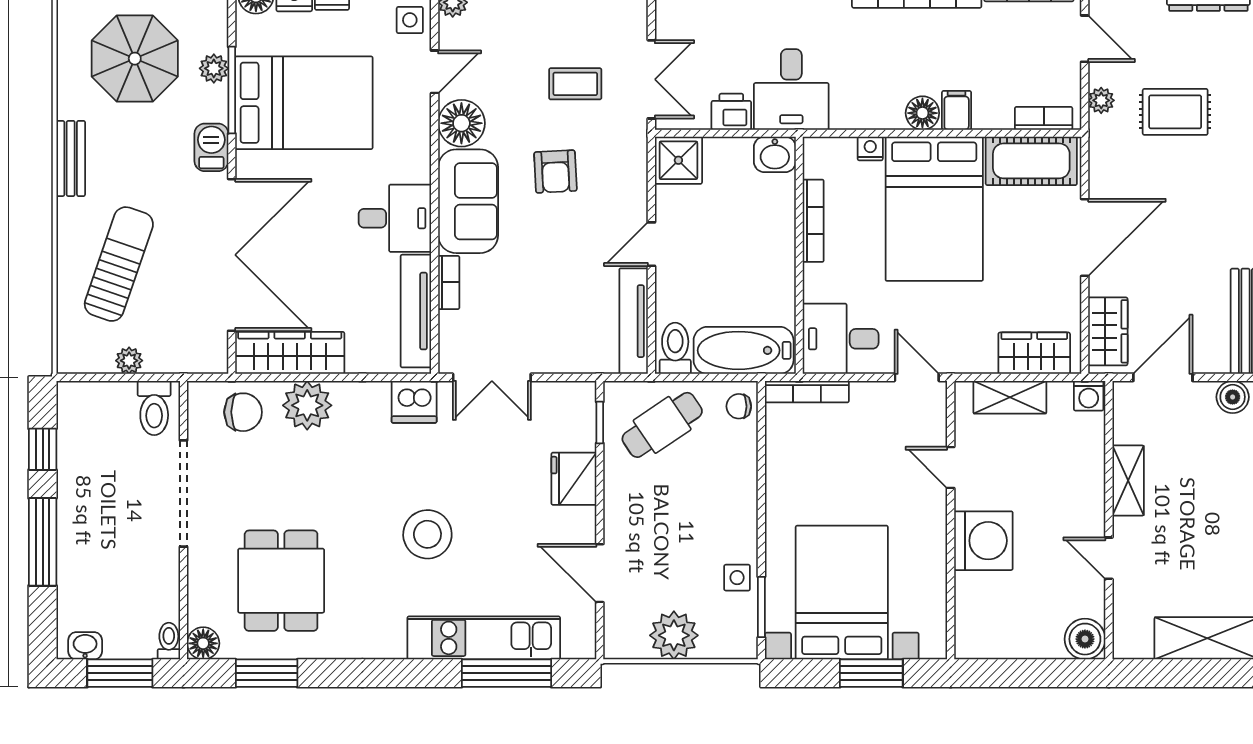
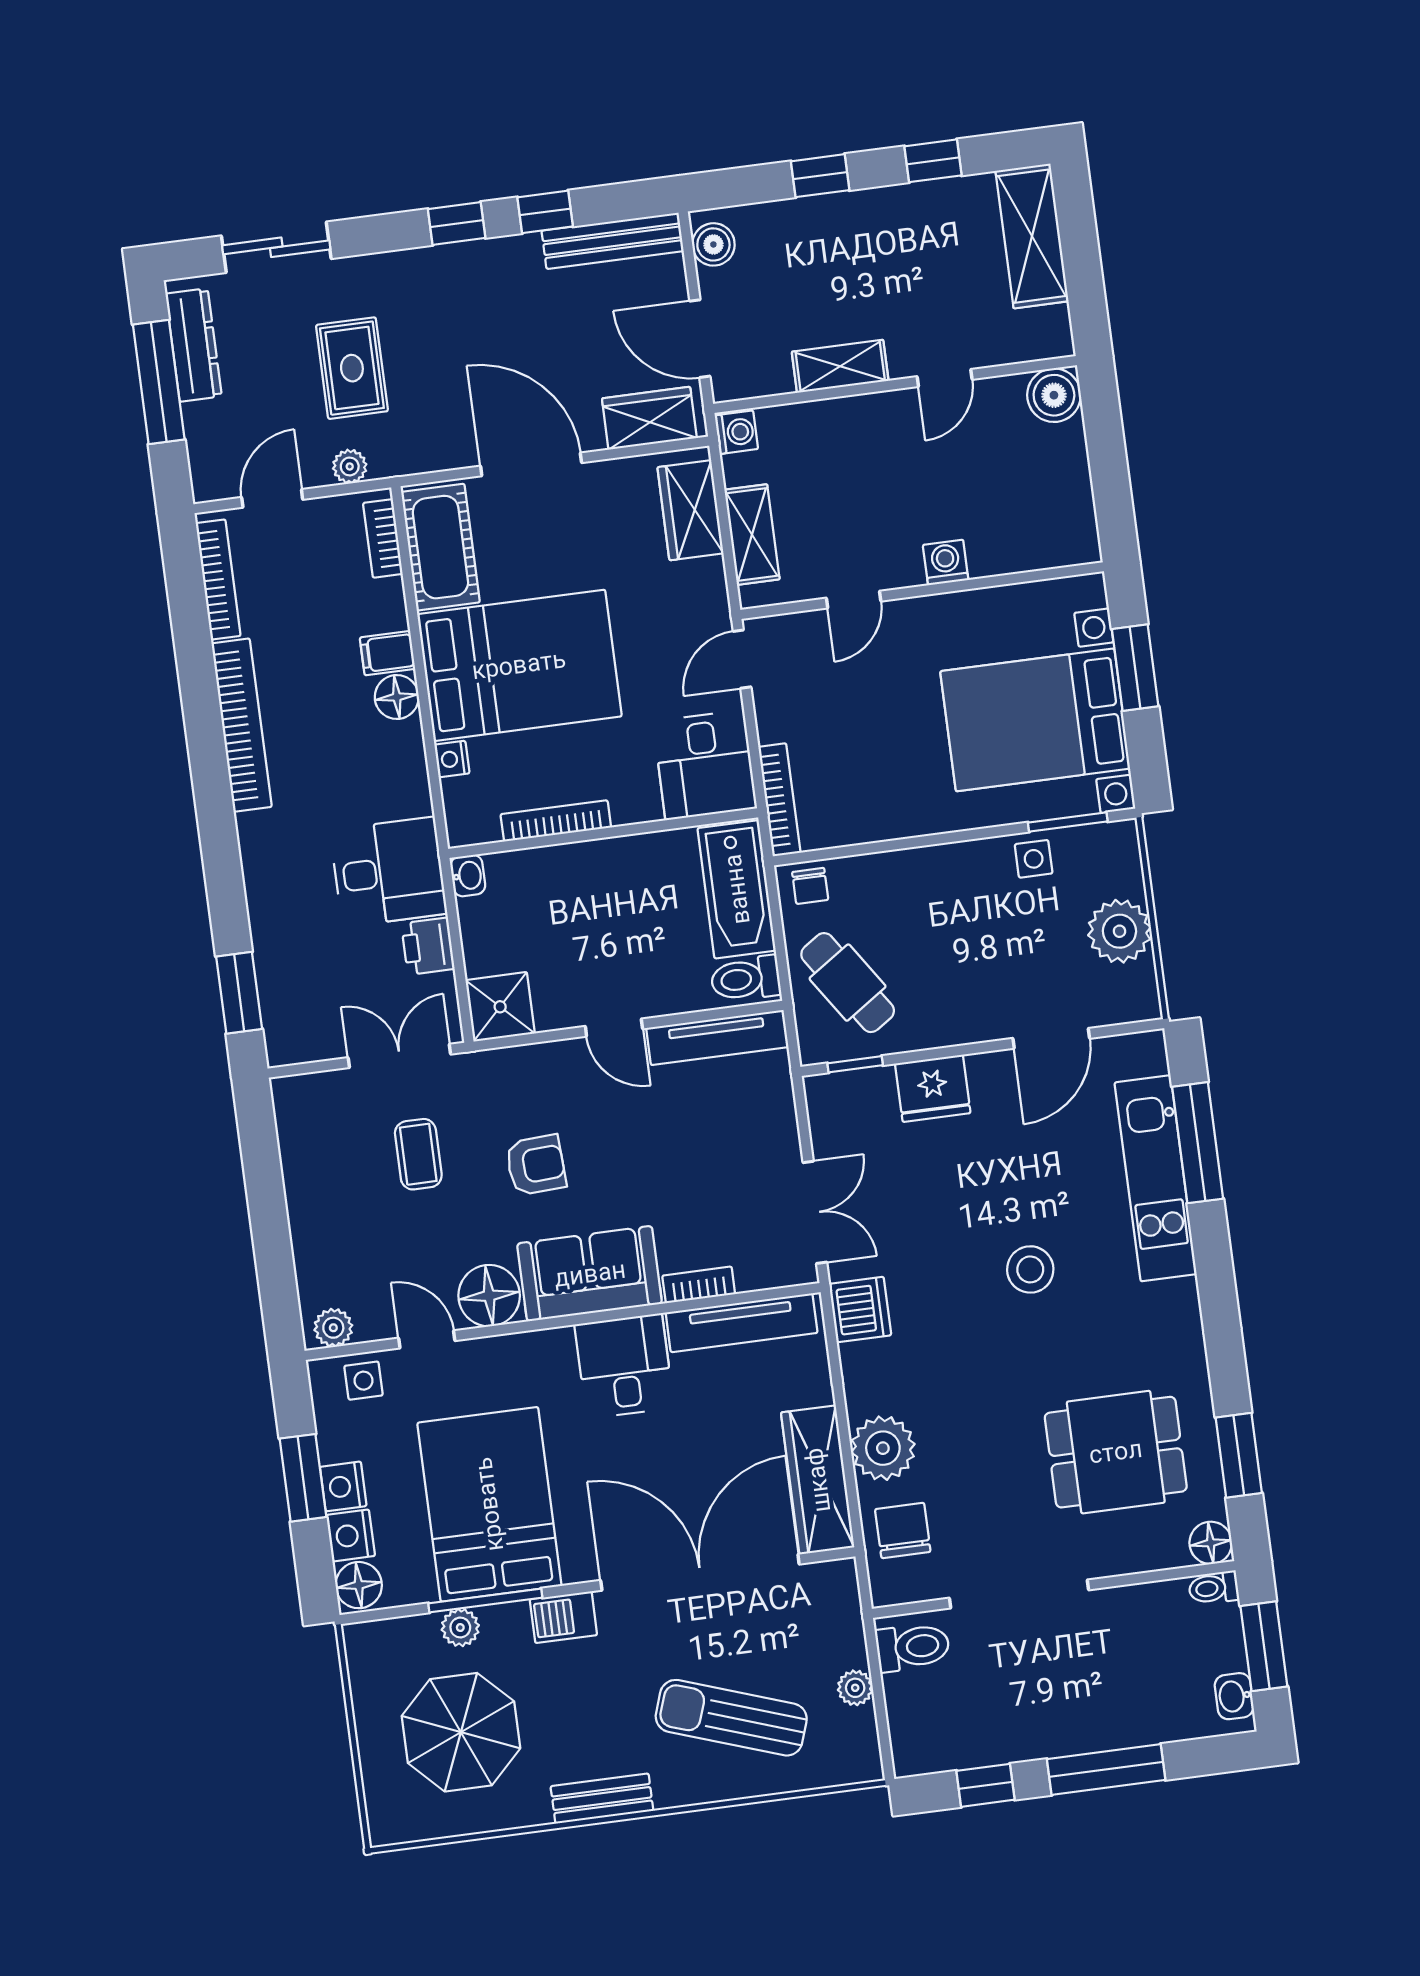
washbasin: (775, 154) -> (468, 876), width x0.72, depth x0.69
stool: (427, 534) -> (1030, 1269), width x0.73, depth x0.73
washing machine: (983, 541) -> (946, 562), width x0.53, depth x0.53

